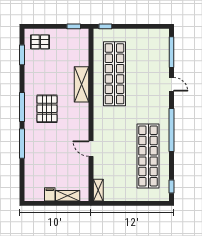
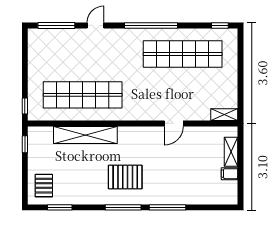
shelving: (82, 84) -> (85, 135), width x1.47

